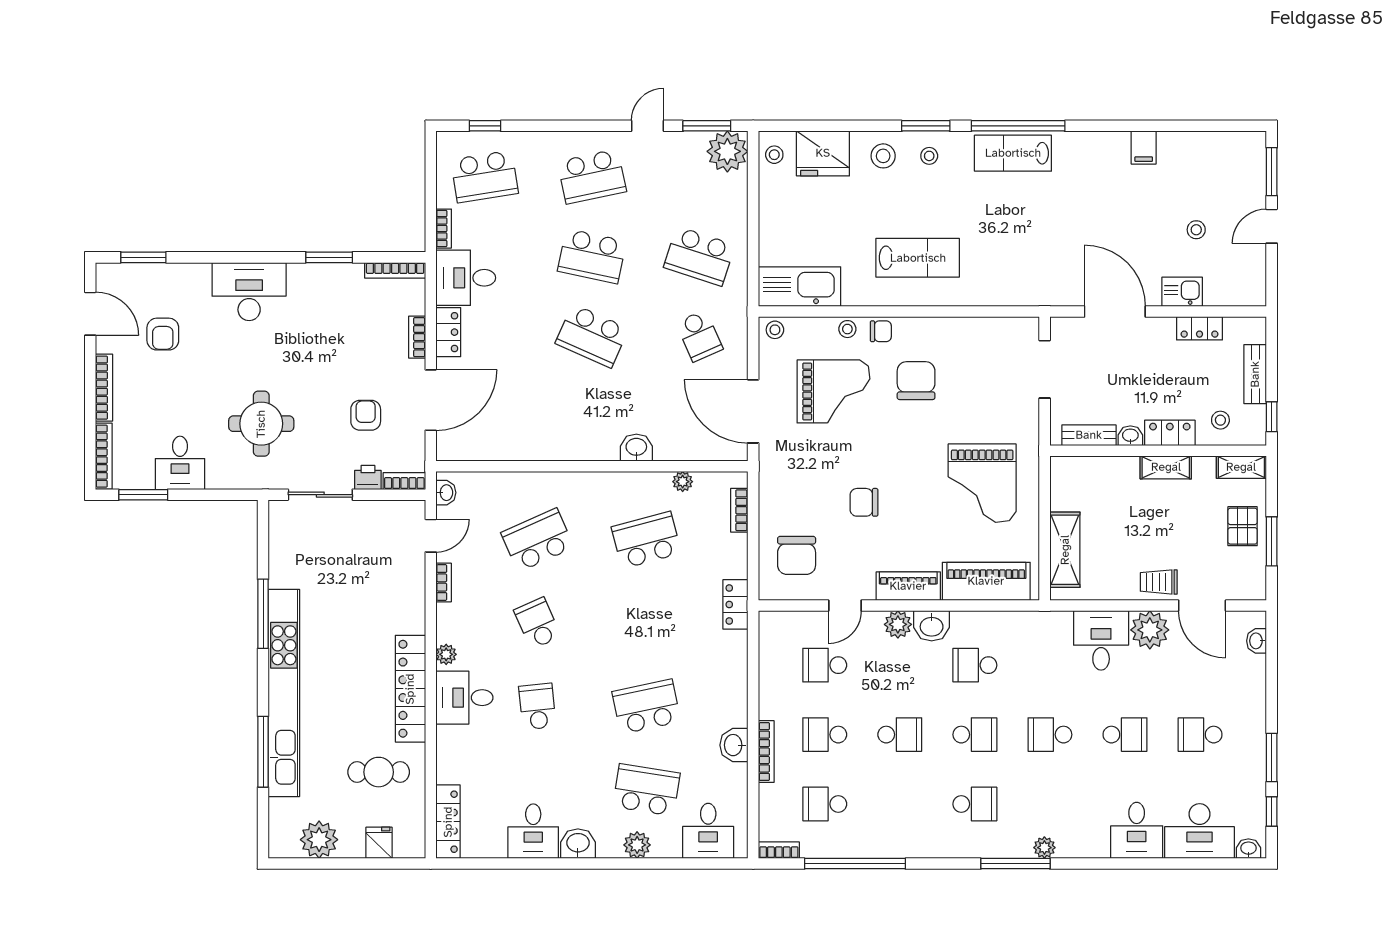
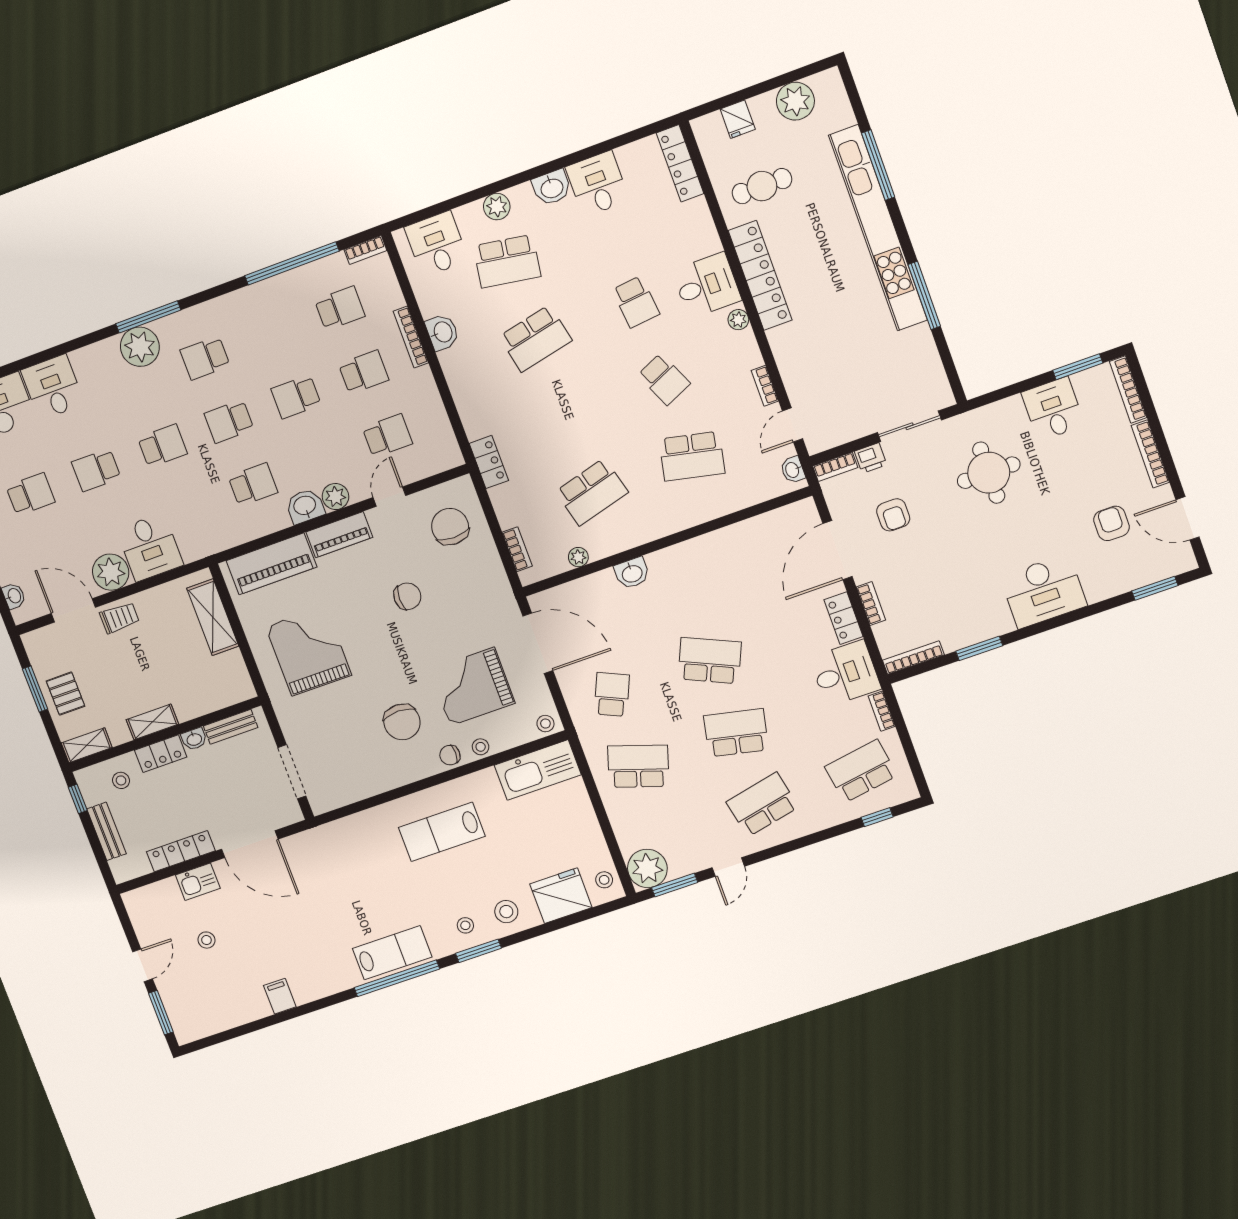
locker: (1199, 328) -> (181, 851), width x1.53
school desk: (699, 336) -> (612, 694), turned 48
school desk: (537, 540) -> (692, 456), turned 36
plant: (1044, 848) -> (140, 347), width x1.87, depth x1.87

